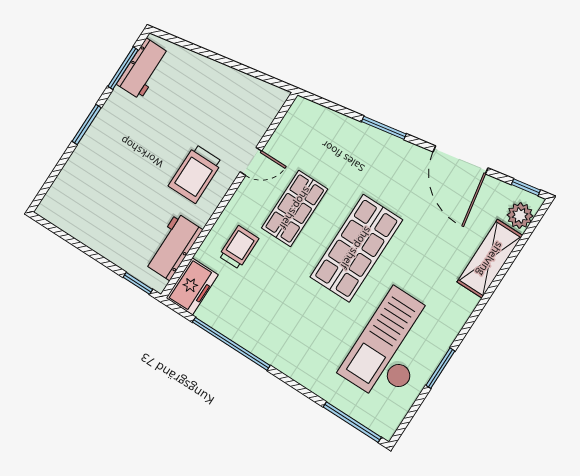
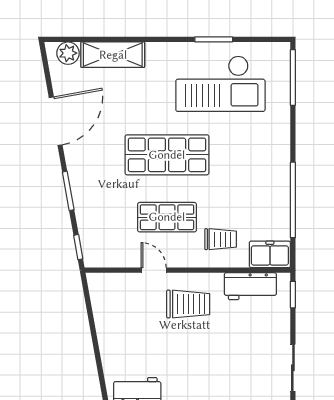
window: (526, 187) -> (78, 247), moved
sliding door: (66, 237) -> (293, 368), added
trolley: (239, 247) -> (221, 239), turned 180

